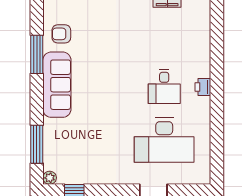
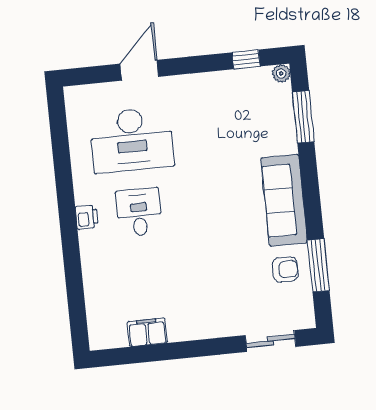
window: (37, 54) -> (318, 265), moved
desk: (164, 140) -> (132, 140), turned 180

